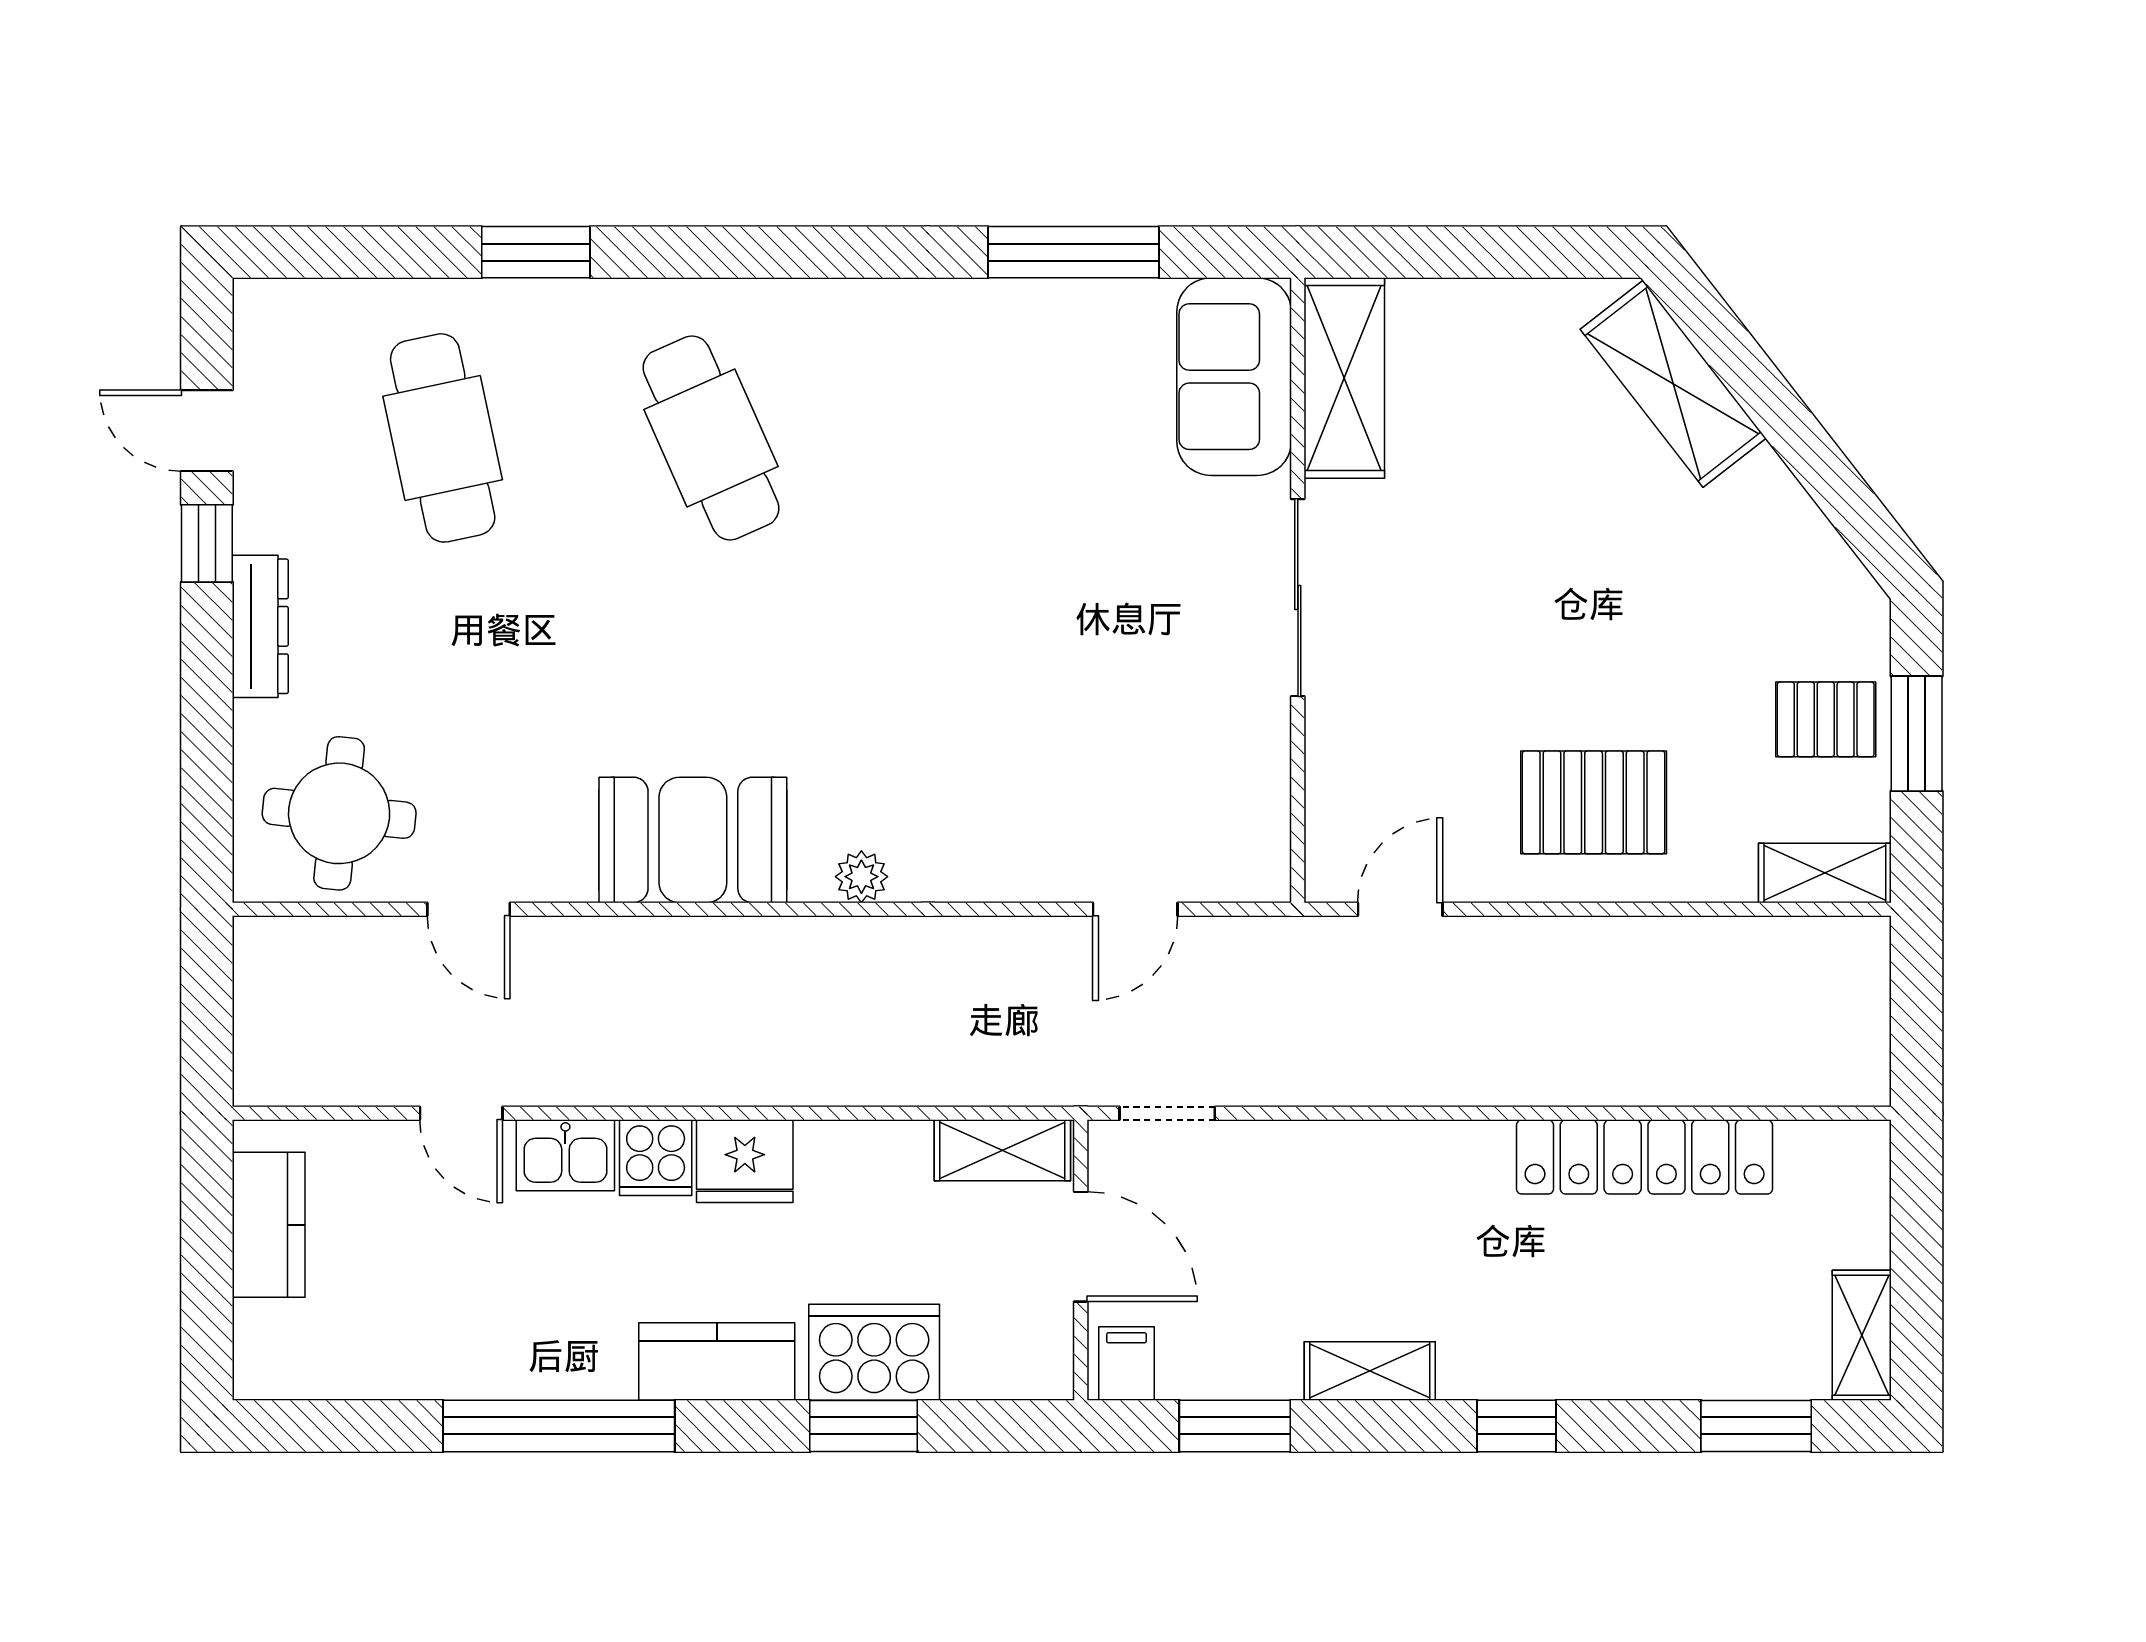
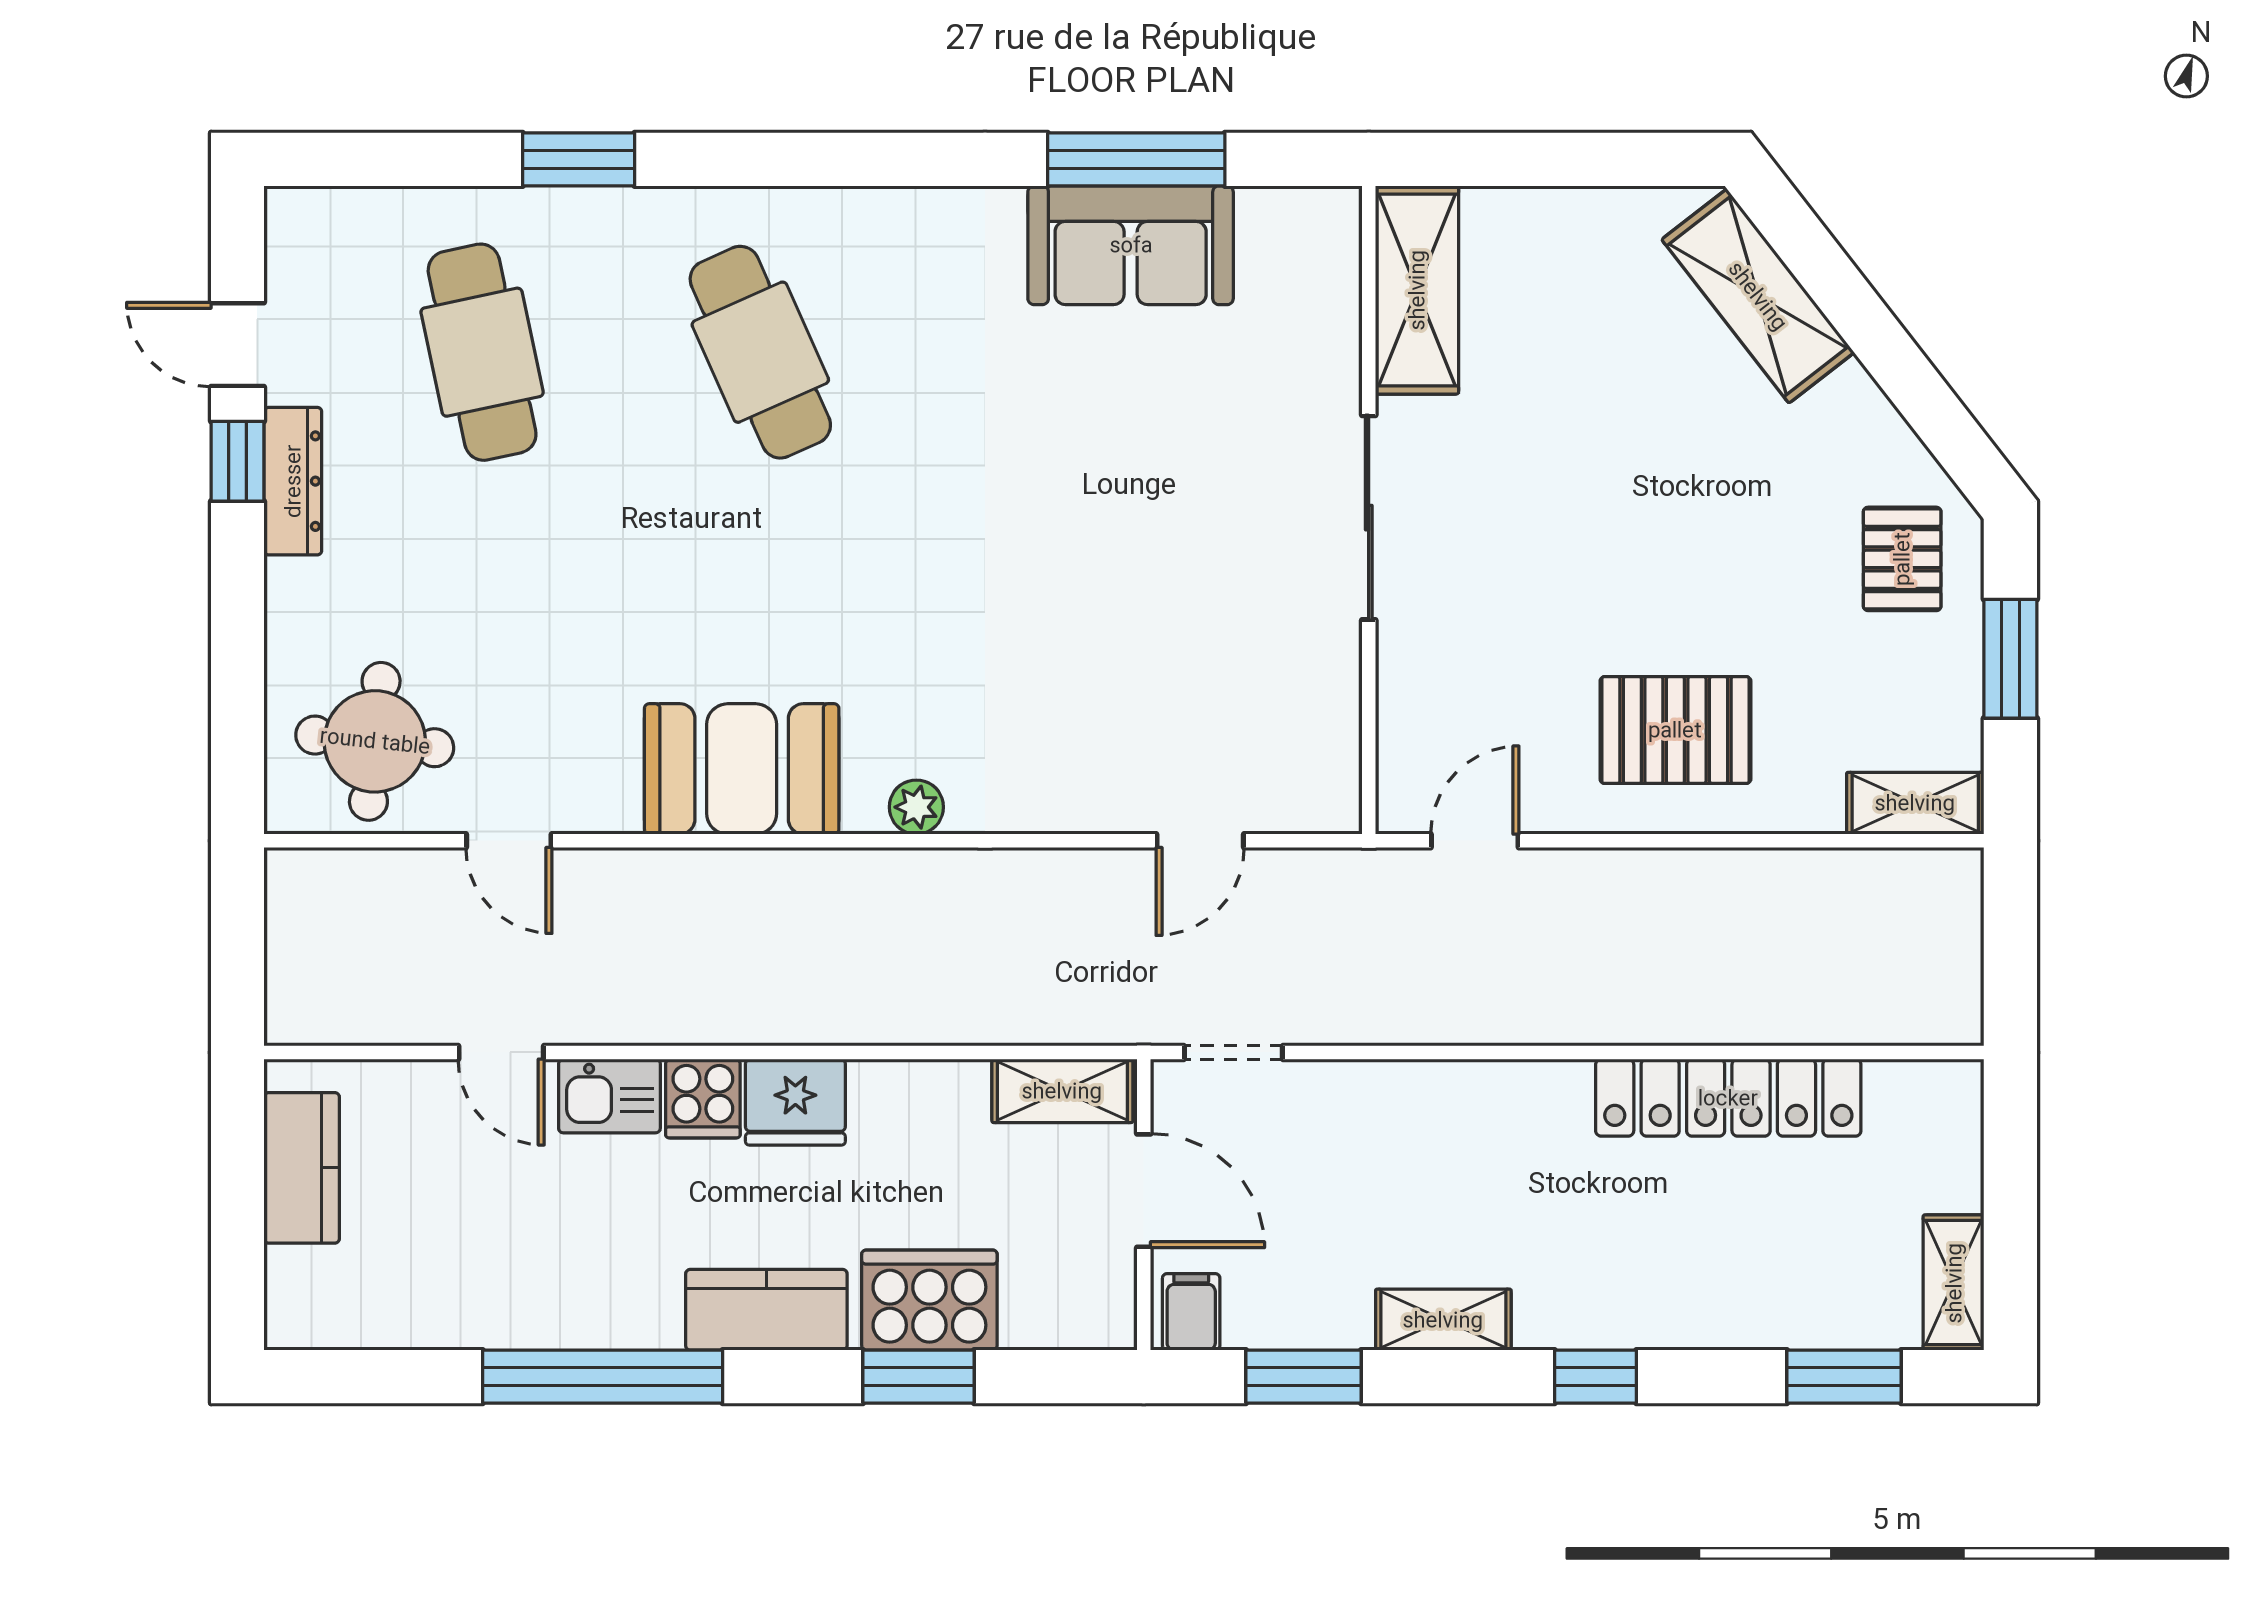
sofa: (1234, 377) -> (1131, 245), moved, turned -90
dresser: (260, 626) -> (293, 481), moved
pallet: (1826, 719) -> (1902, 559), moved, turned 90

